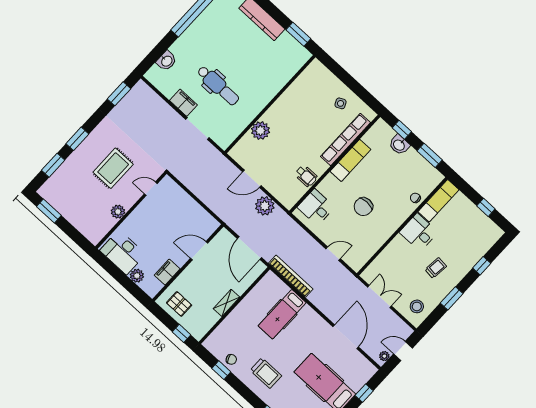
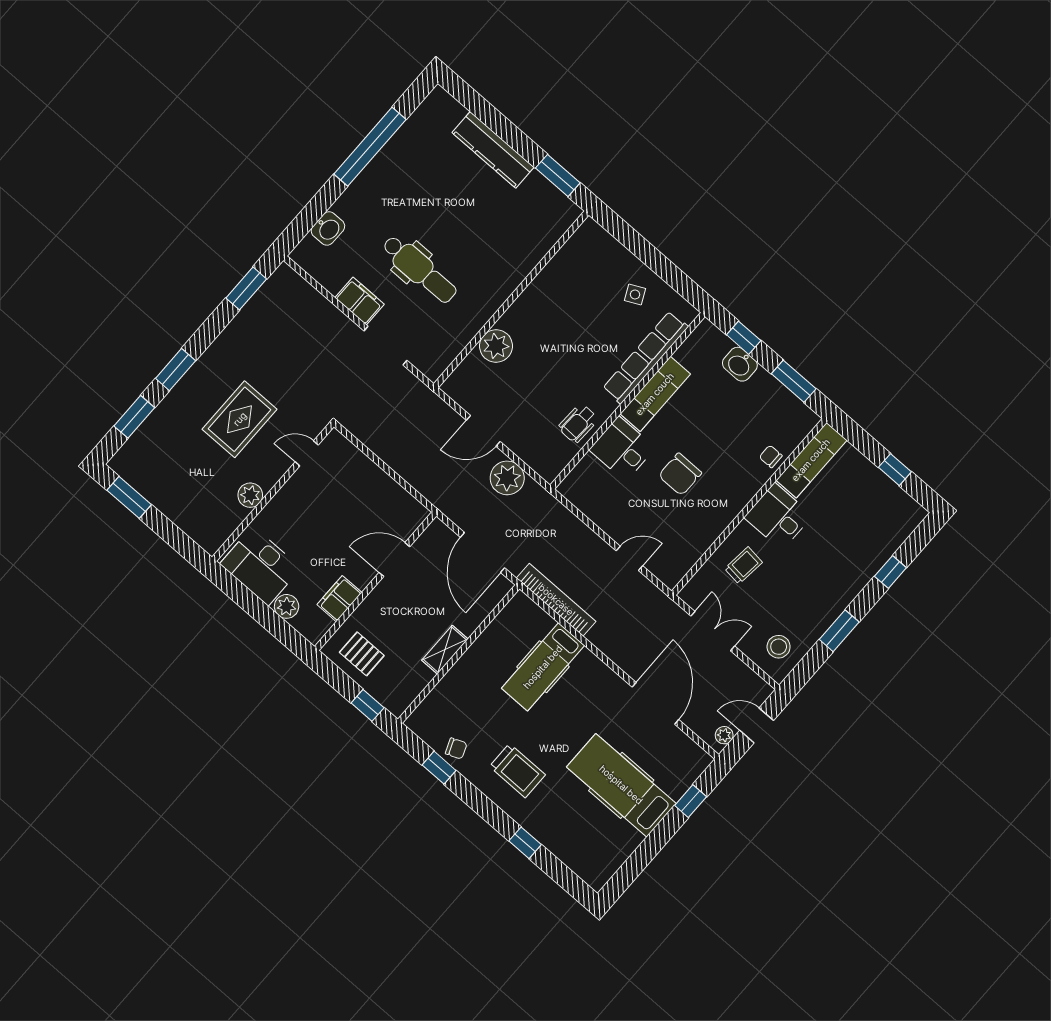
wheelchair: (306, 176) -> (578, 423), turned 92
desk: (316, 207) -> (622, 449), moved
trolley: (436, 268) -> (743, 565), moved

